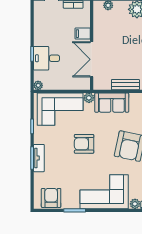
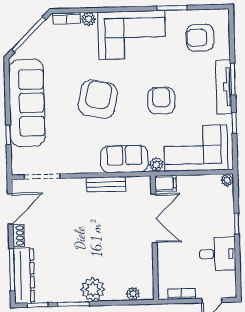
filing cabinet: (83, 34) -> (166, 183), moved
desk: (46, 58) -> (218, 254), moved
armchair: (84, 144) -> (161, 101), turned -90
tv unit: (39, 158) -> (224, 87), width x1.41
armchair: (51, 198) -> (200, 38), moved, turned 90

